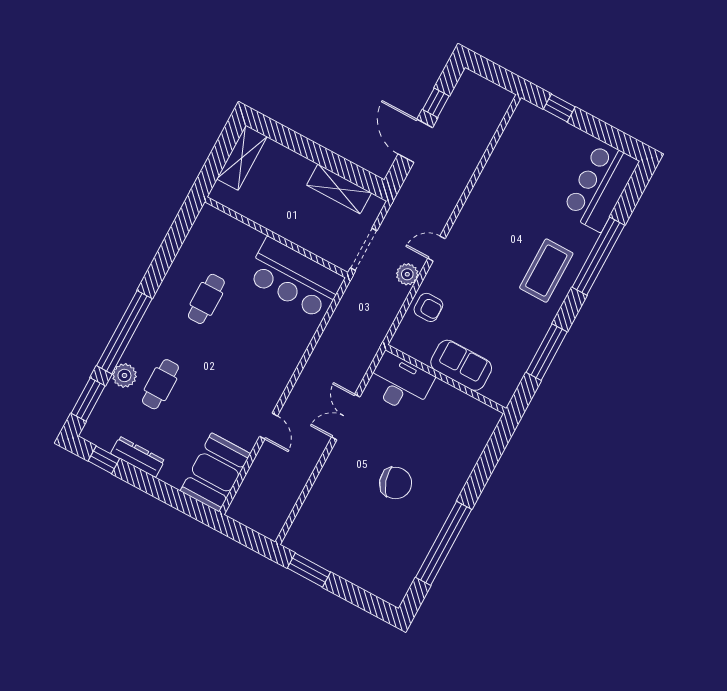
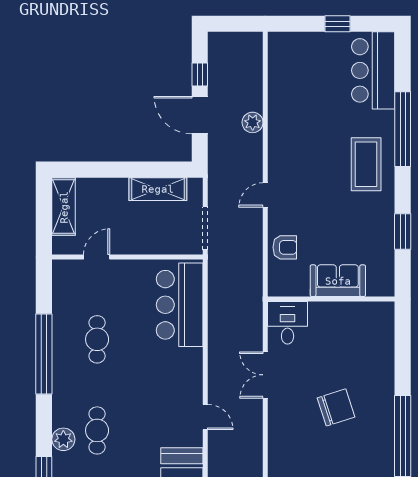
window: (559, 108) -> (337, 24), moved
door: (247, 222) -> (97, 257), added
plant: (407, 274) -> (253, 122), moved
bar counter: (295, 278) -> (180, 305), moved, turned 90
window: (124, 332) -> (44, 354), moved
window: (547, 352) -> (403, 232), width x0.69
desk: (400, 383) -> (288, 323), width x0.73

